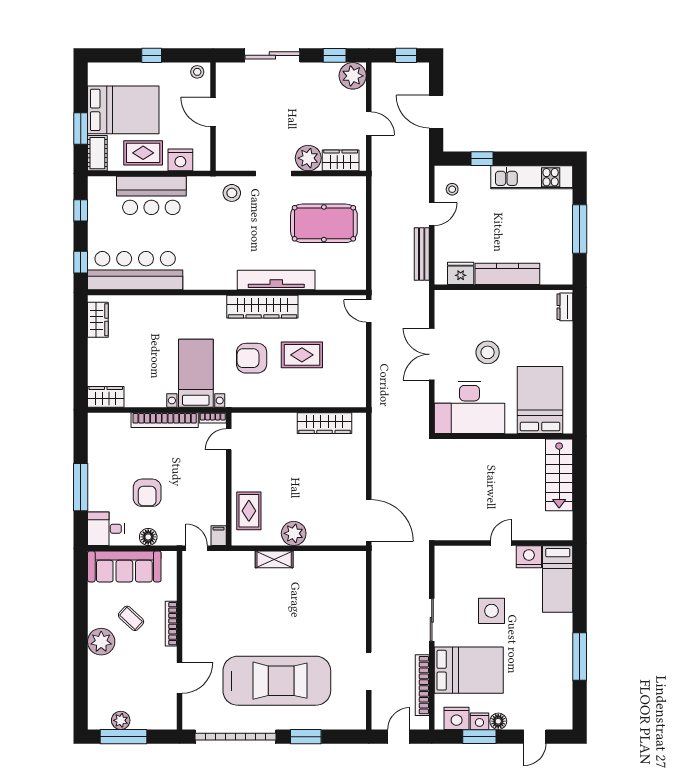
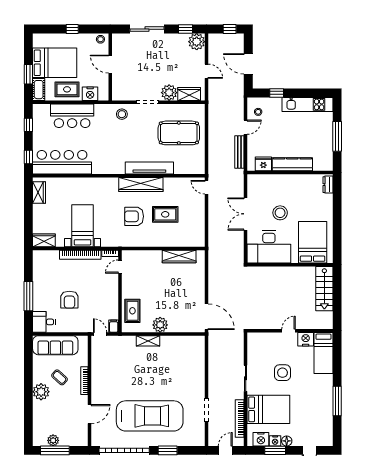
bed with nightstands: (196, 373) -> (83, 226), moved
floor lamp: (148, 537) -> (70, 327), removed

